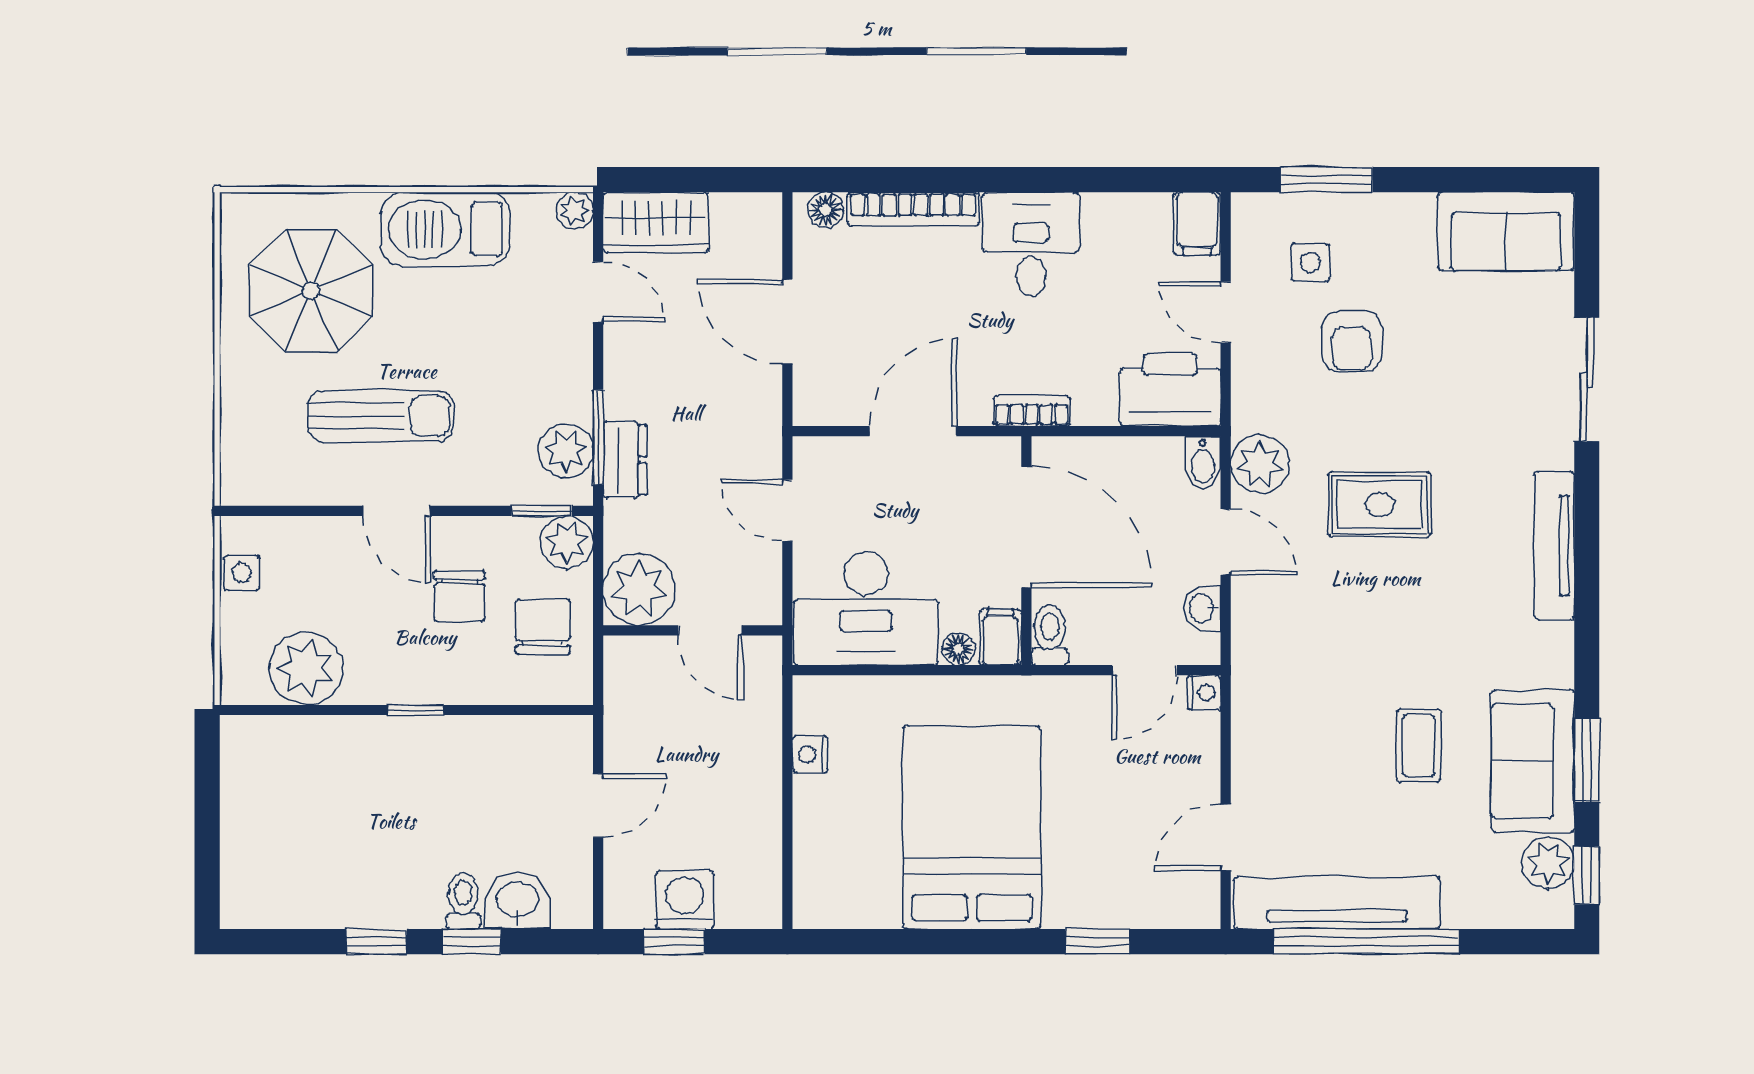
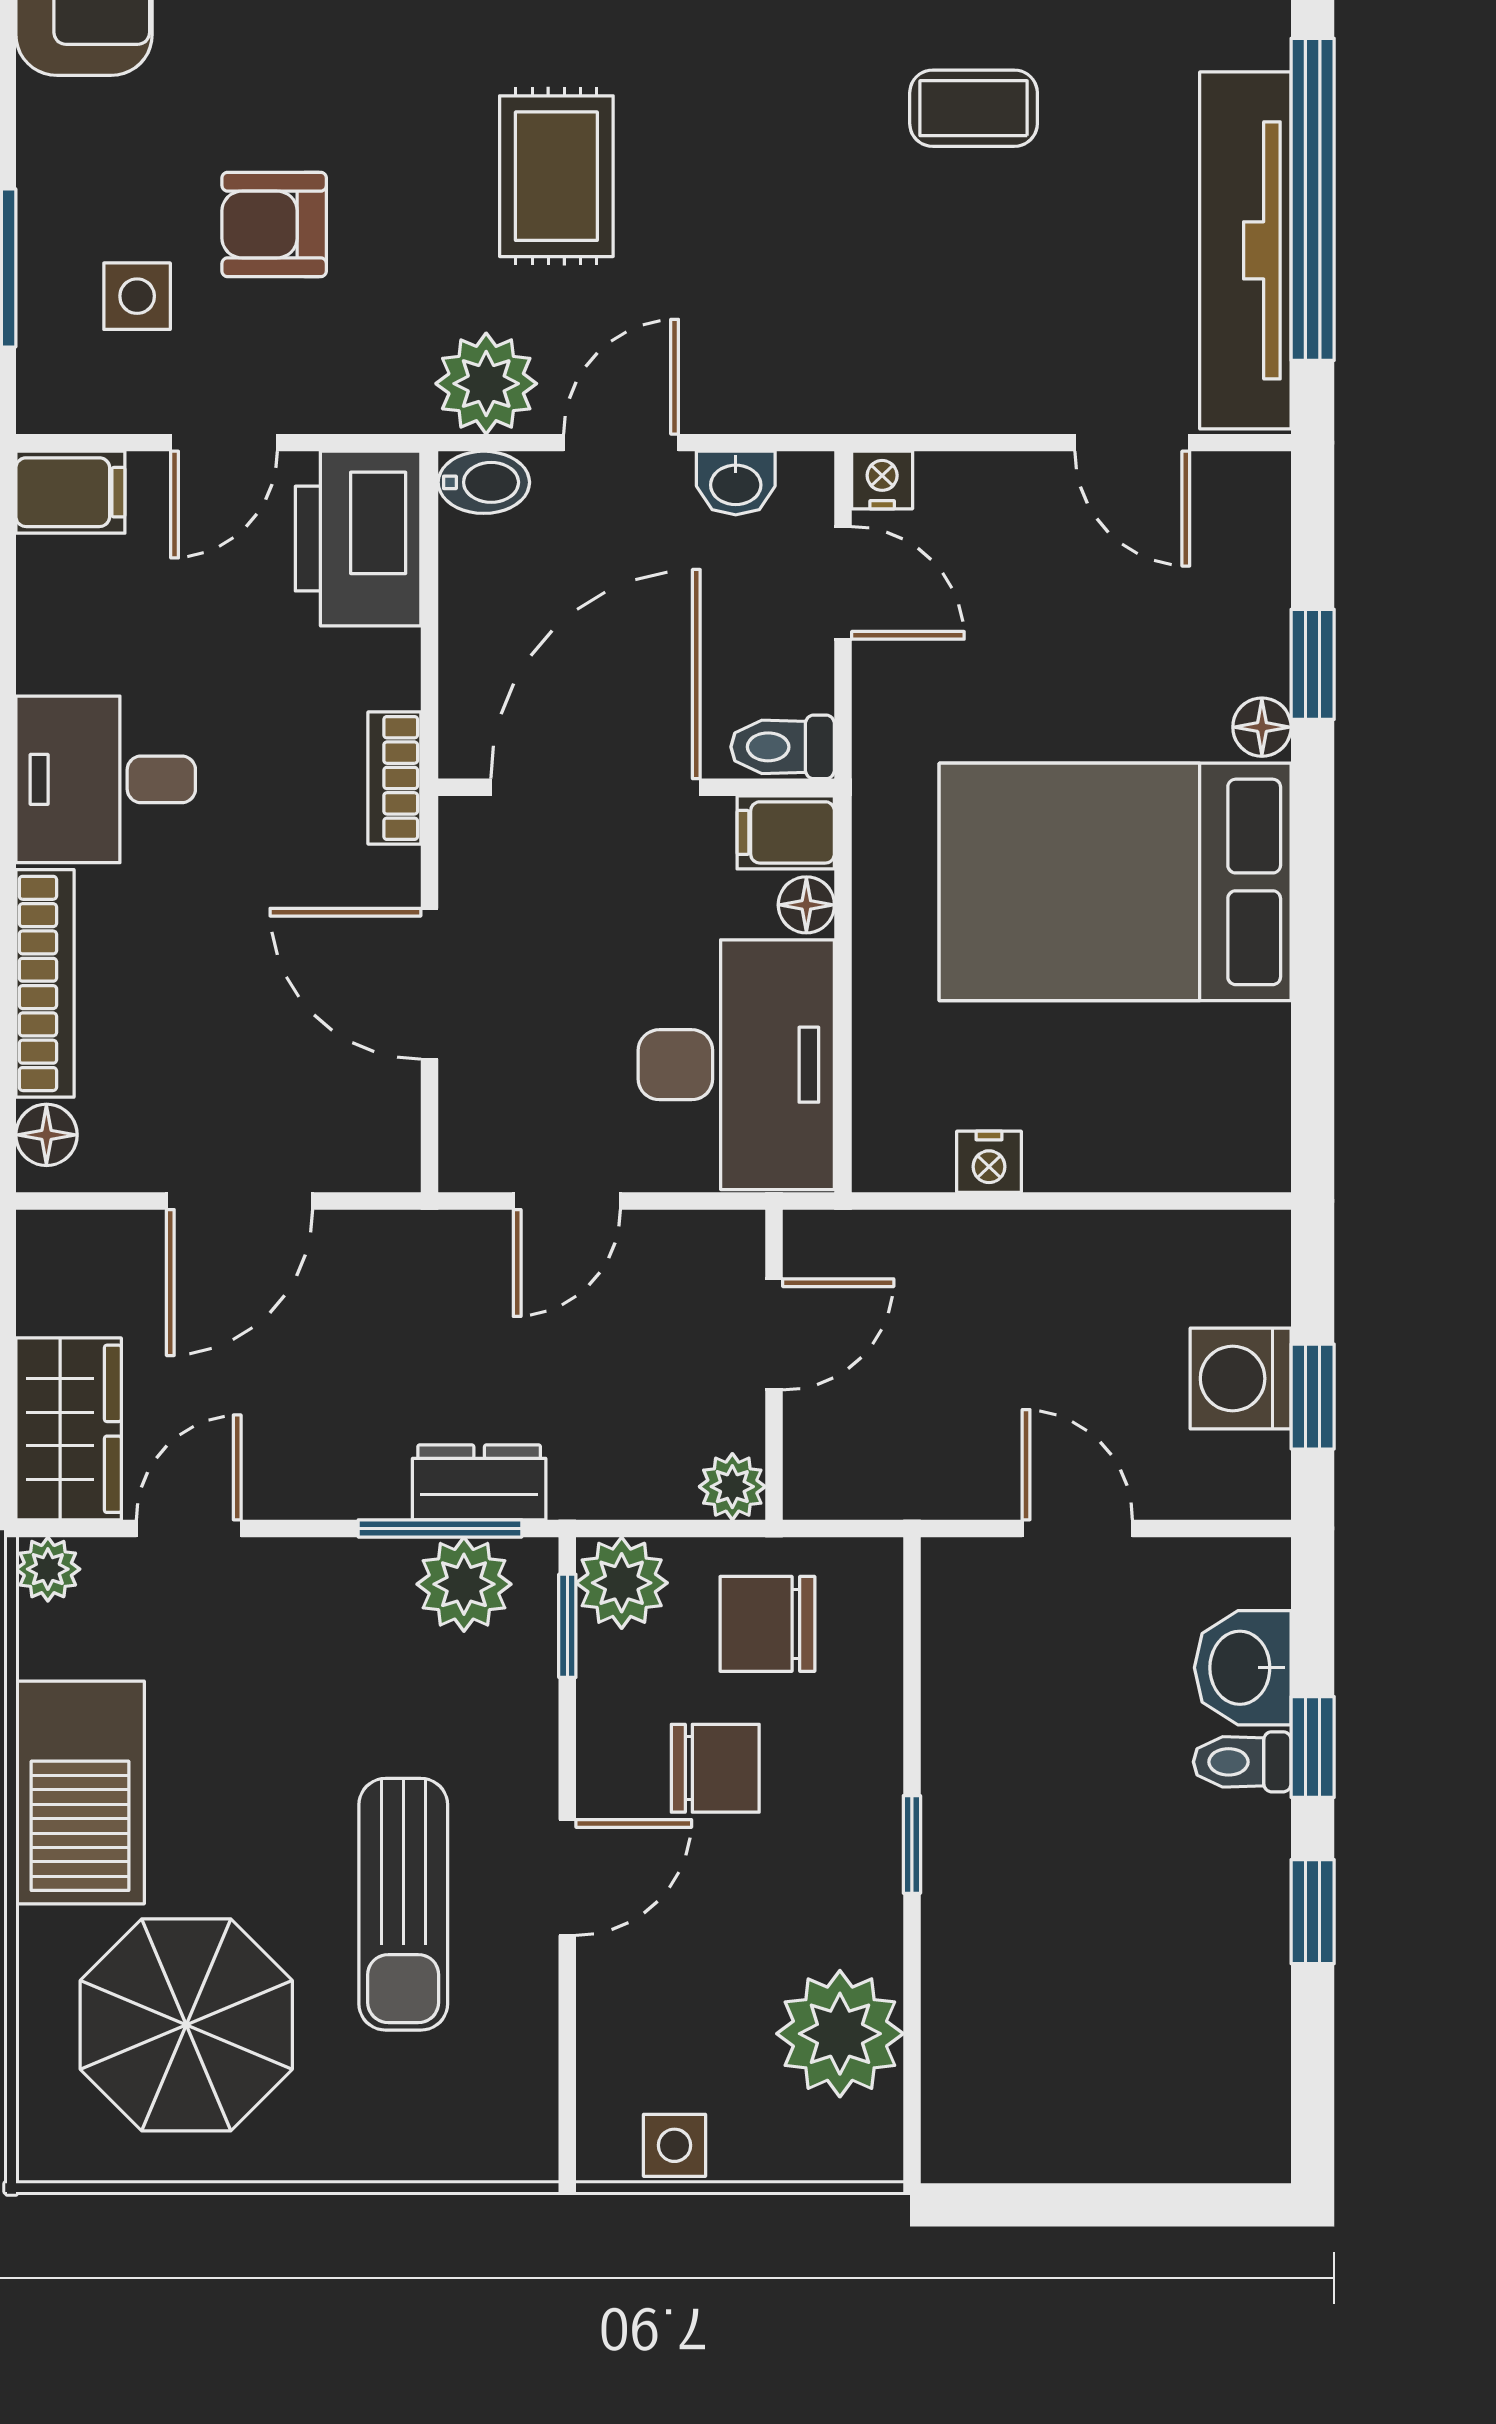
armchair: (1352, 341) -> (274, 224), turned 180
sun lounger: (381, 416) -> (403, 1904), turned 180
plant: (639, 589) -> (732, 1487), width x0.53, depth x0.53
floor lamp: (1061, 912) -> (1262, 727), added

